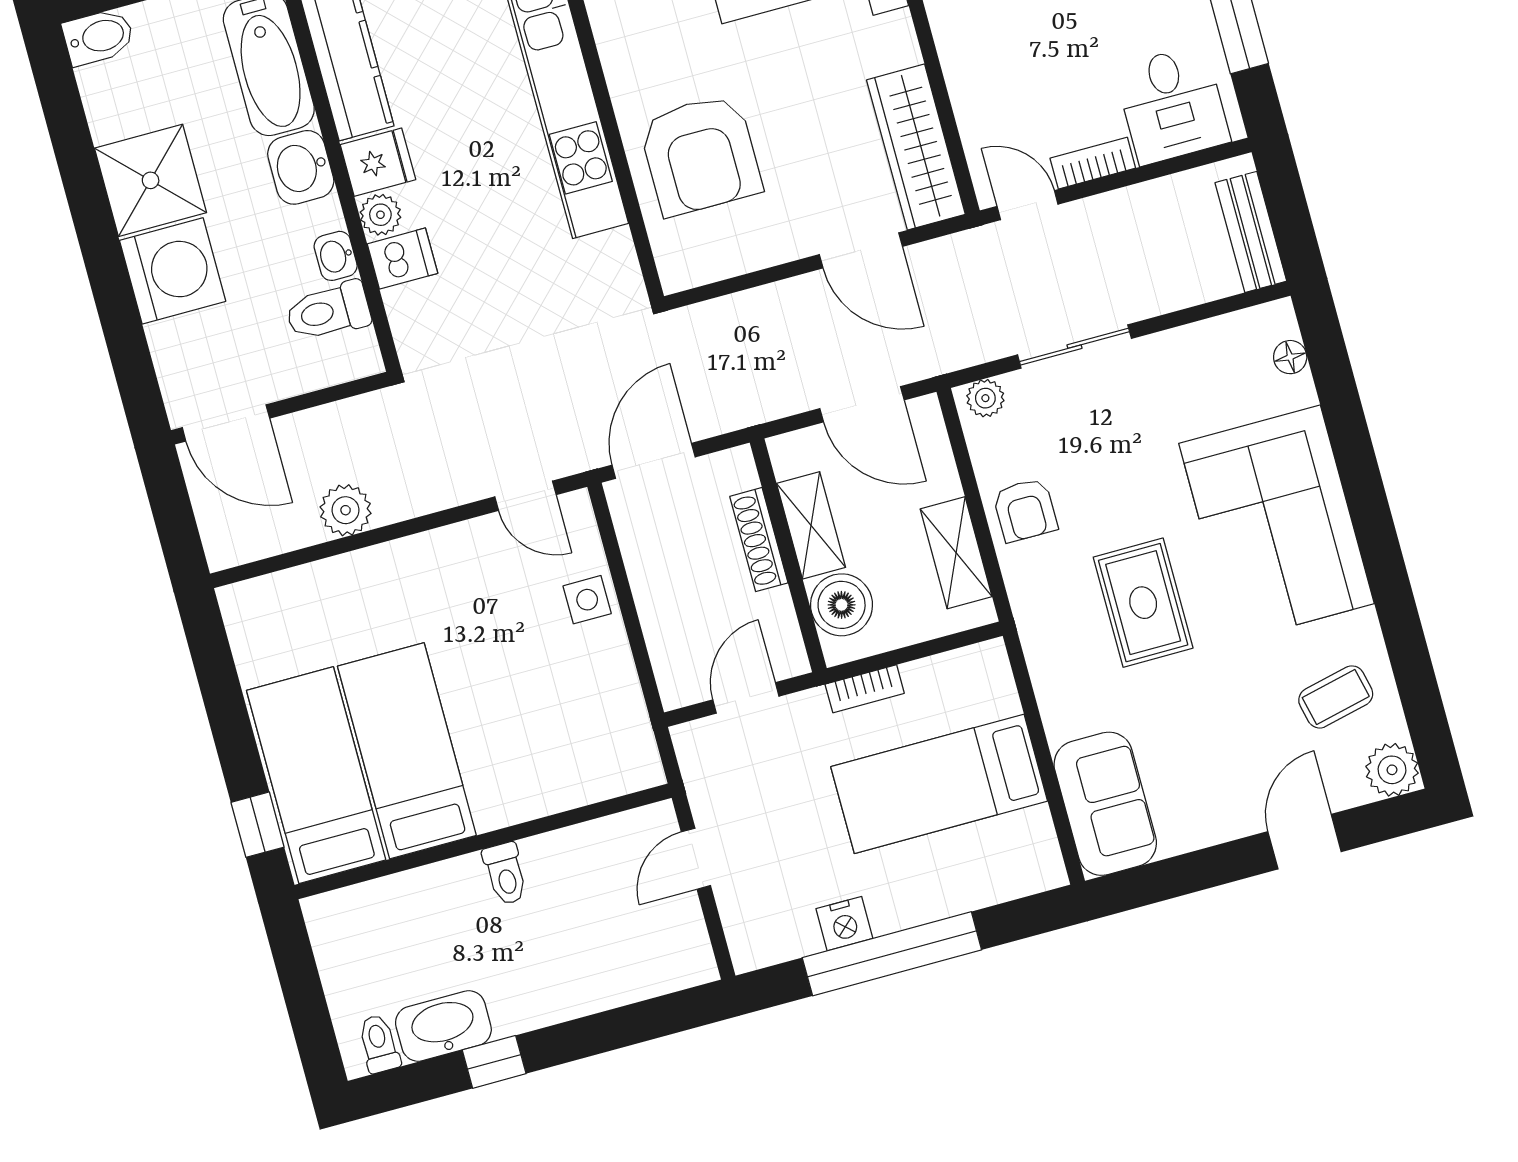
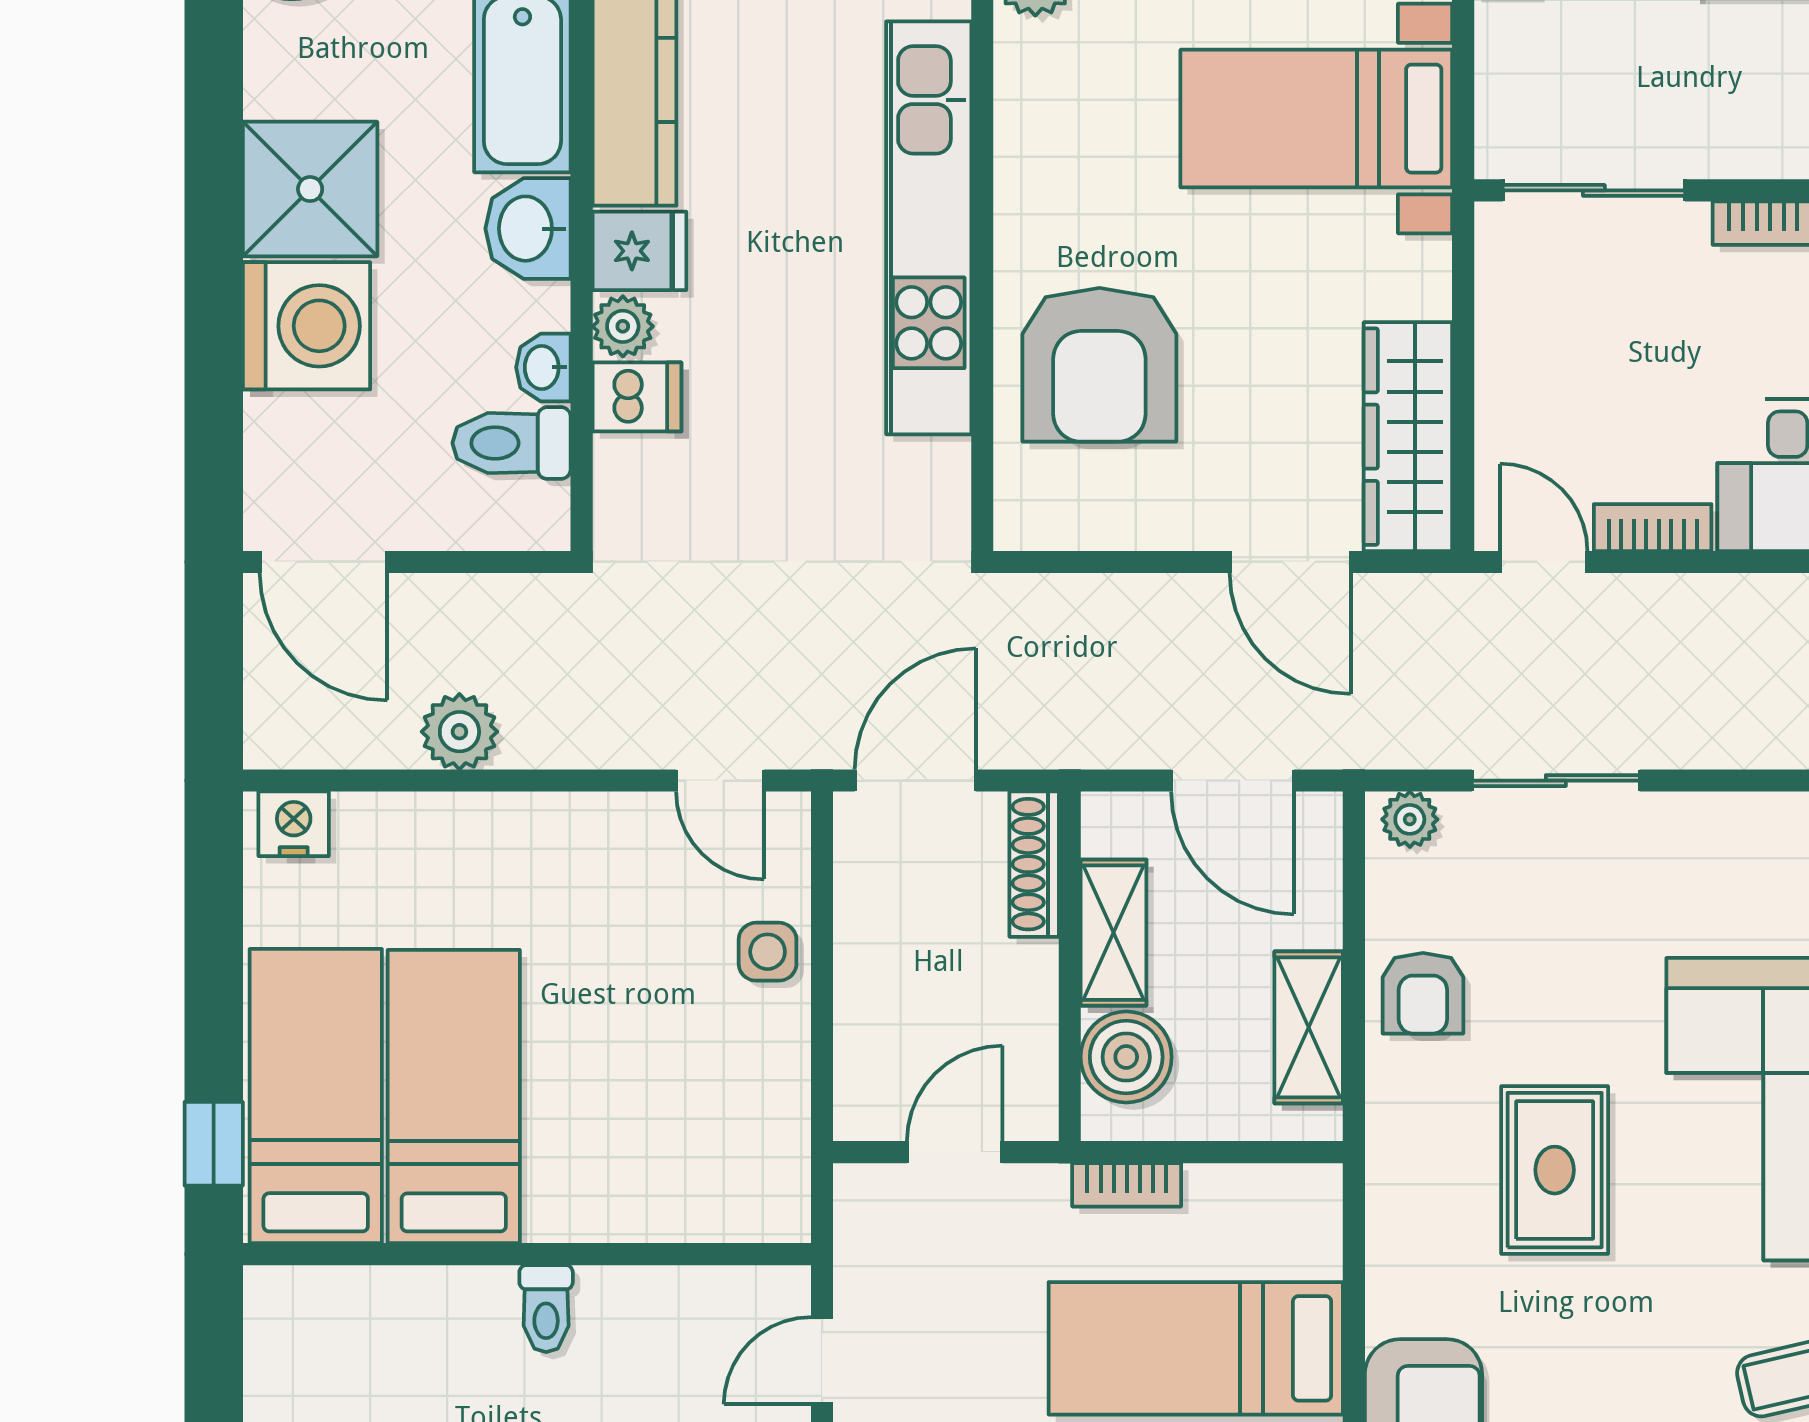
shoe rack: (759, 540) -> (1034, 864), moved
nightstand: (253, 600) -> (294, 824), added

